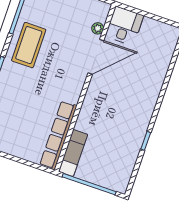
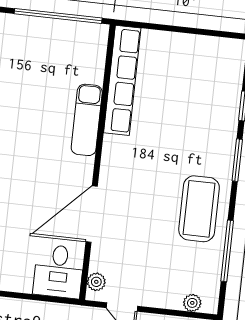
plant: (98, 28) -> (96, 282), moved
exam couch: (73, 153) -> (87, 120), moved

